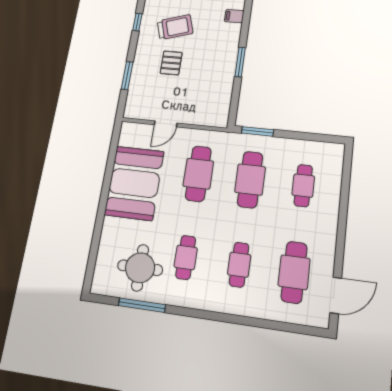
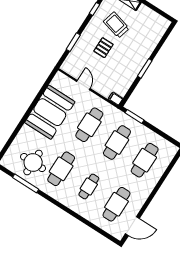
filing cabinet: (234, 16) -> (115, 99), moved
trolley: (175, 27) -> (116, 25), turned -148
door: (166, 124) -> (83, 85), swing flipped
cafe table: (303, 186) -> (145, 160), width x1.37, depth x1.35
cafe table: (186, 257) -> (61, 169), width x1.37, depth x1.35

